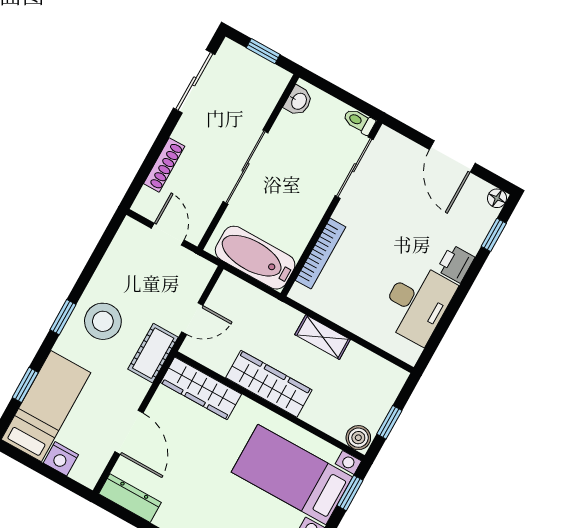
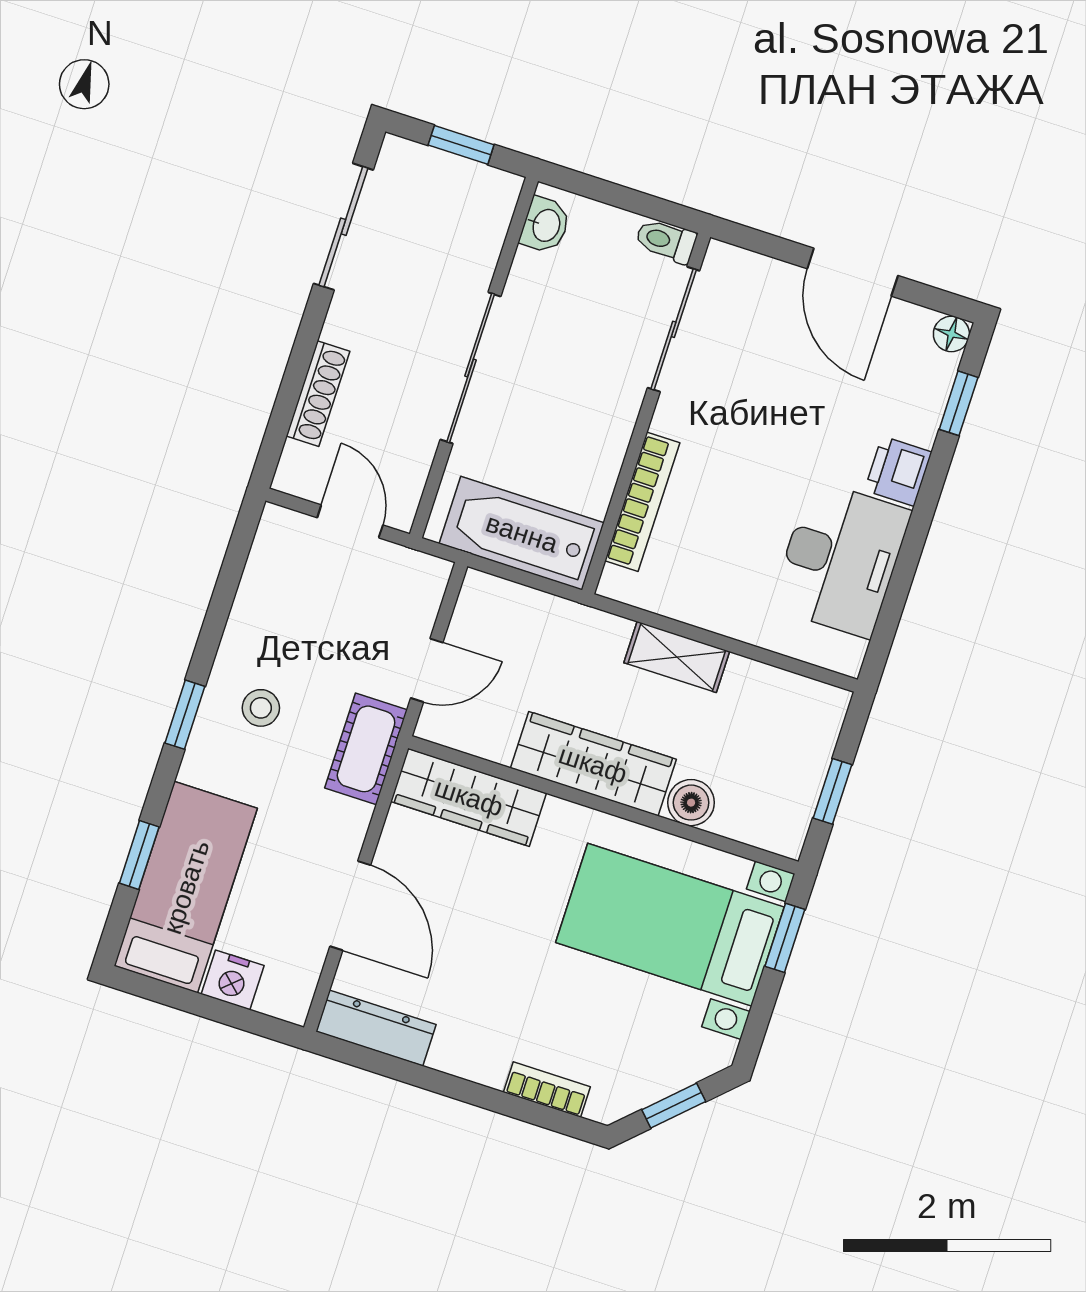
stool: (103, 321) -> (261, 708), width x0.53, depth x0.53
boiler: (358, 438) -> (691, 803), moved

